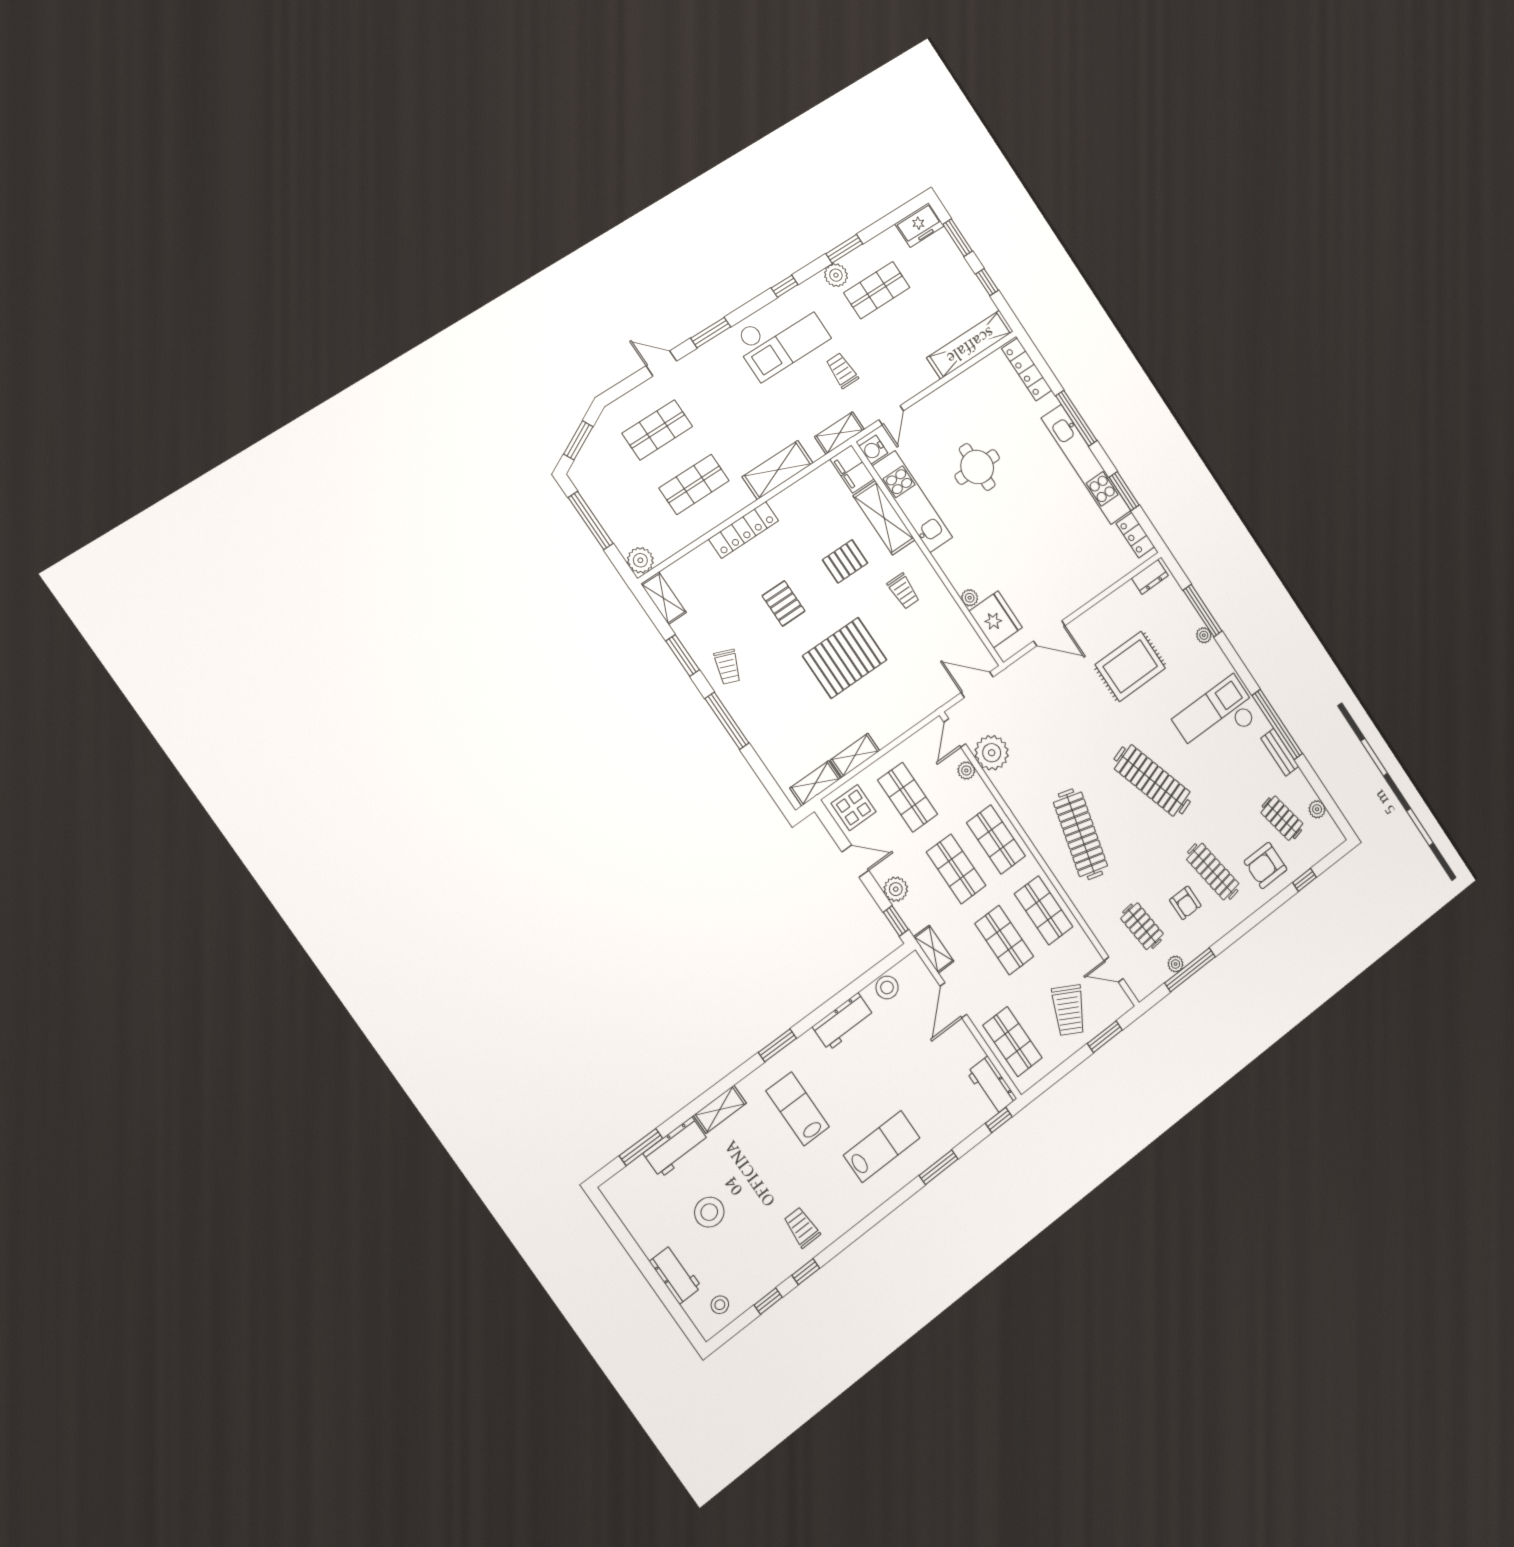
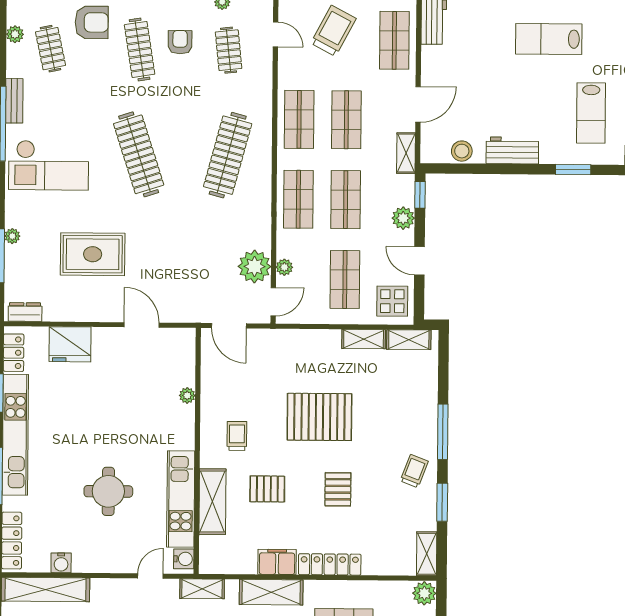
water cooler: (973, 377) -> (61, 563), added
filing cabinet: (852, 469) -> (277, 562), moved, turned -90
fridge: (996, 619) -> (70, 344), moved, turned -90

